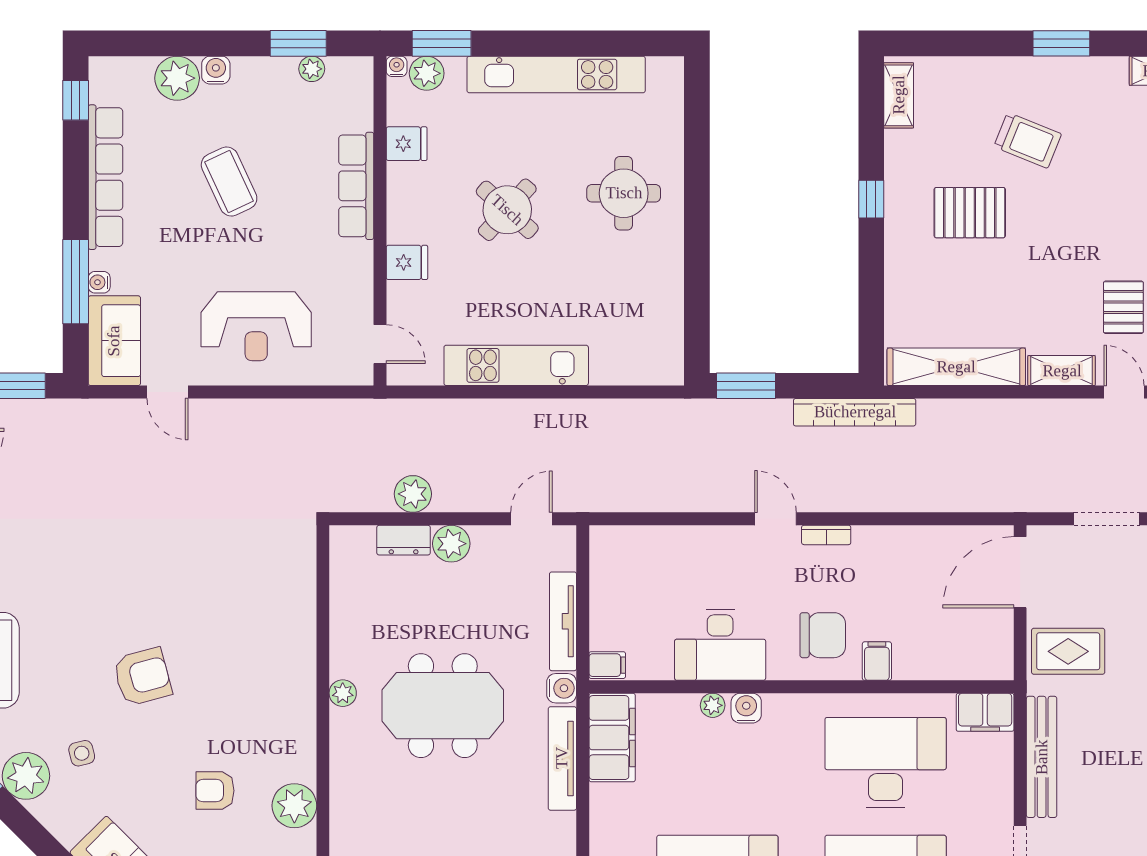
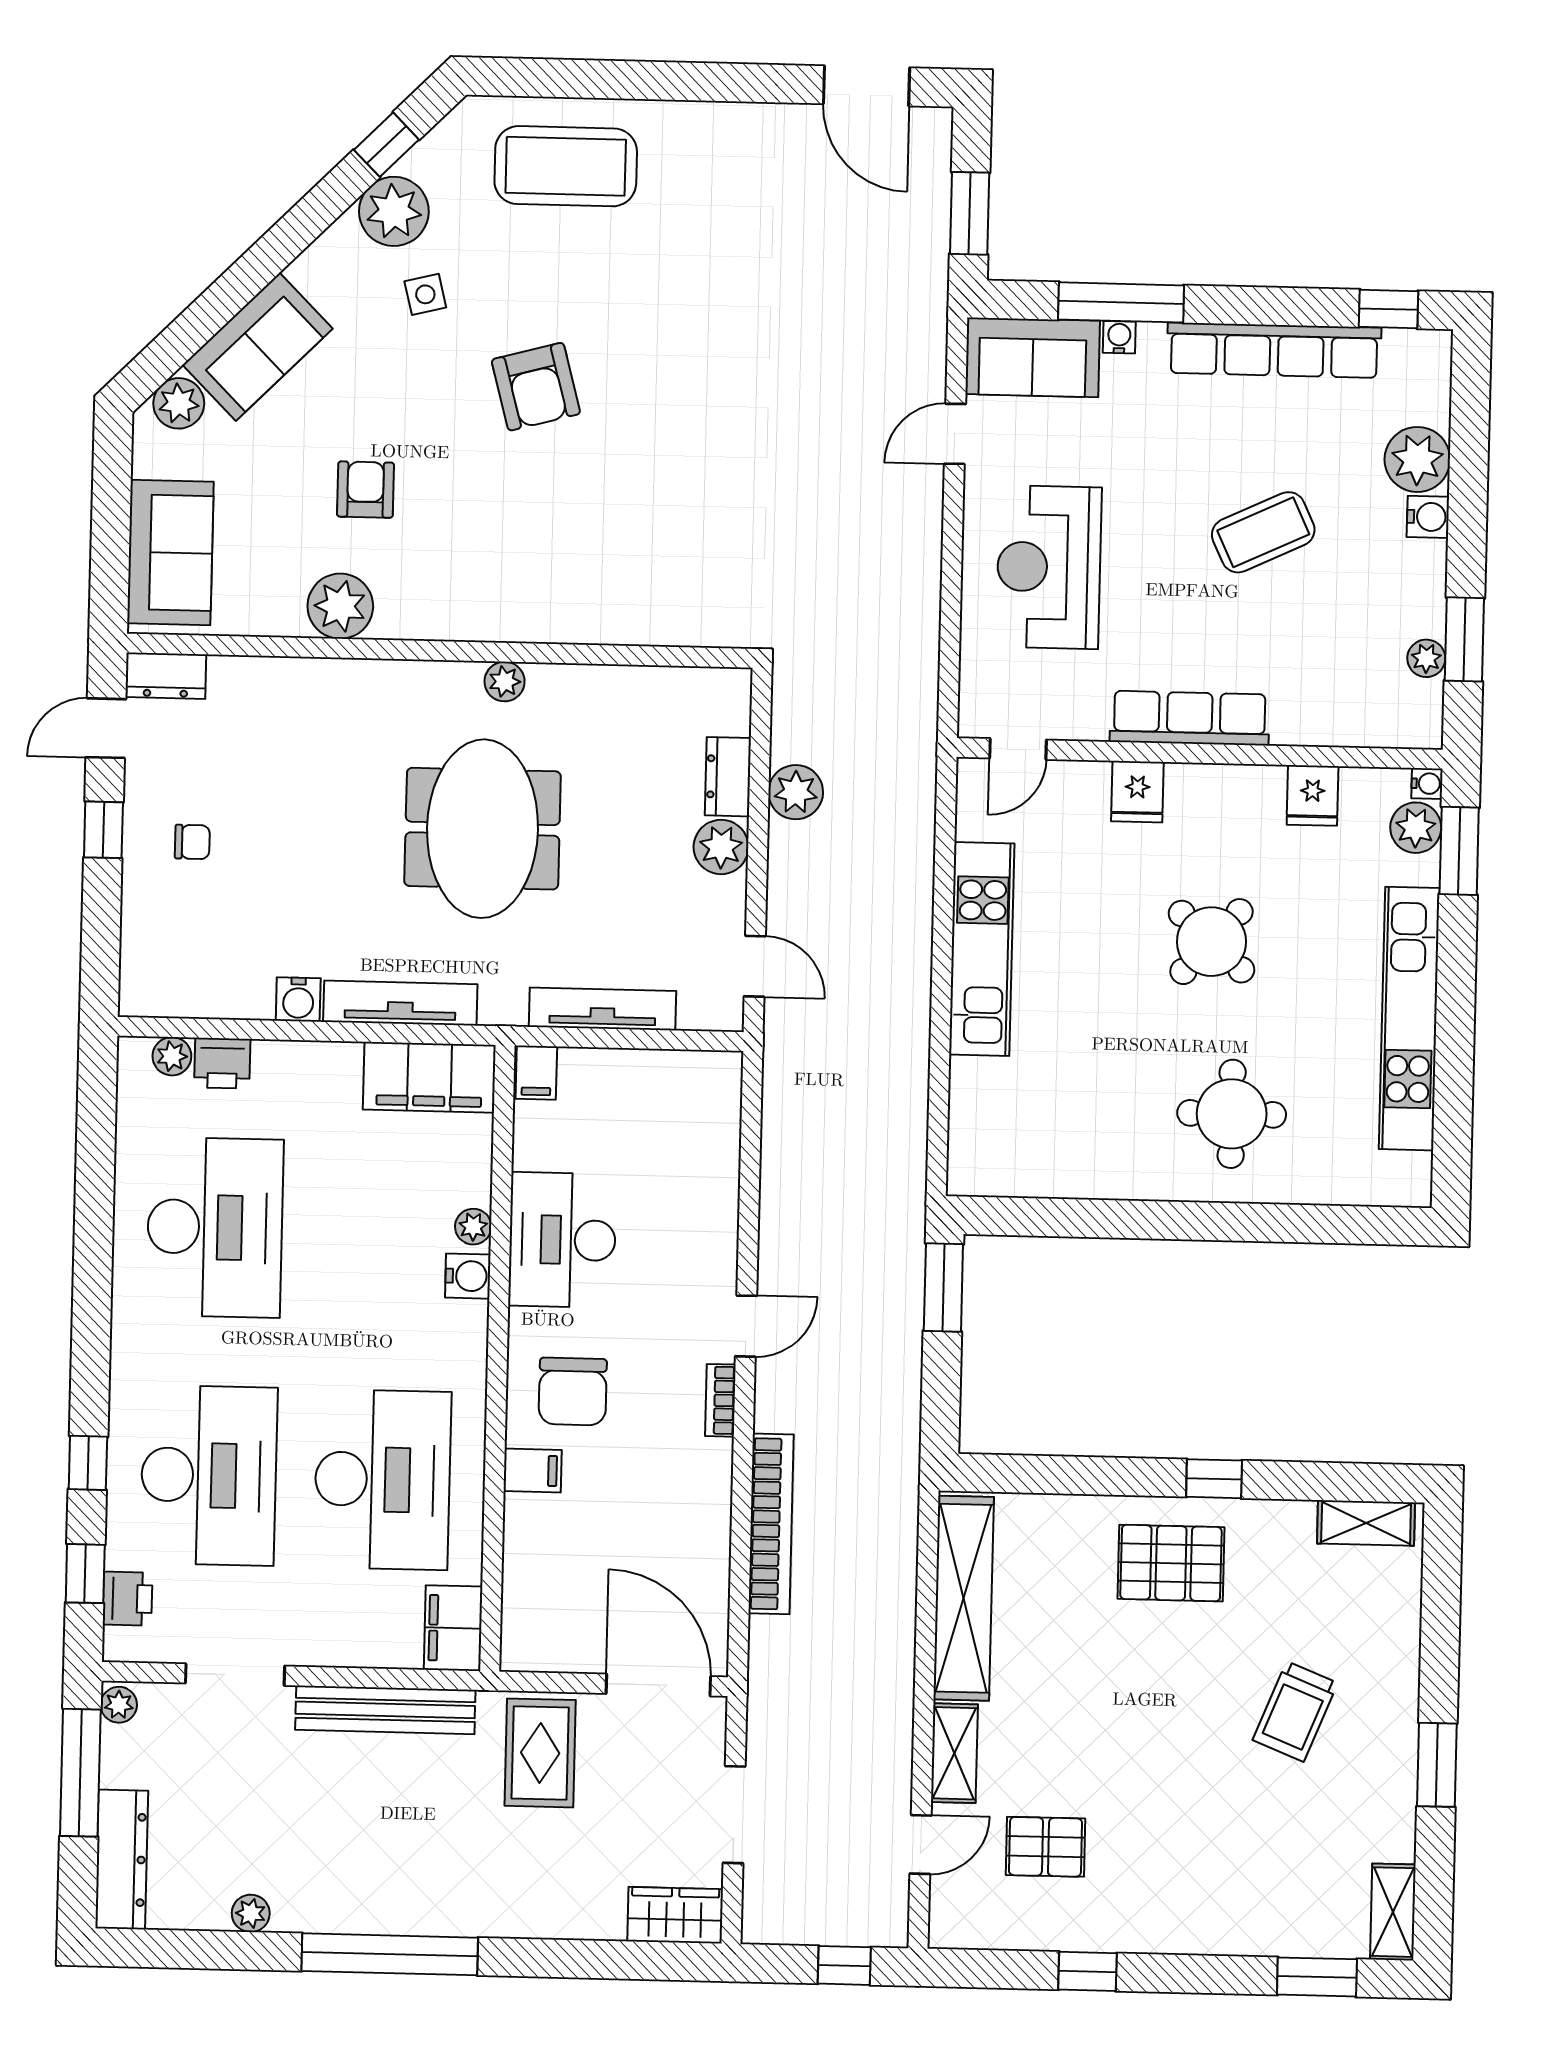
row of seats: (356, 186) -> (1190, 718), moved
pallet: (970, 213) -> (1171, 1563), moved, turned 90
bookcase: (855, 412) -> (771, 1524), moved, turned 180
water cooler: (562, 688) -> (298, 999), moved

